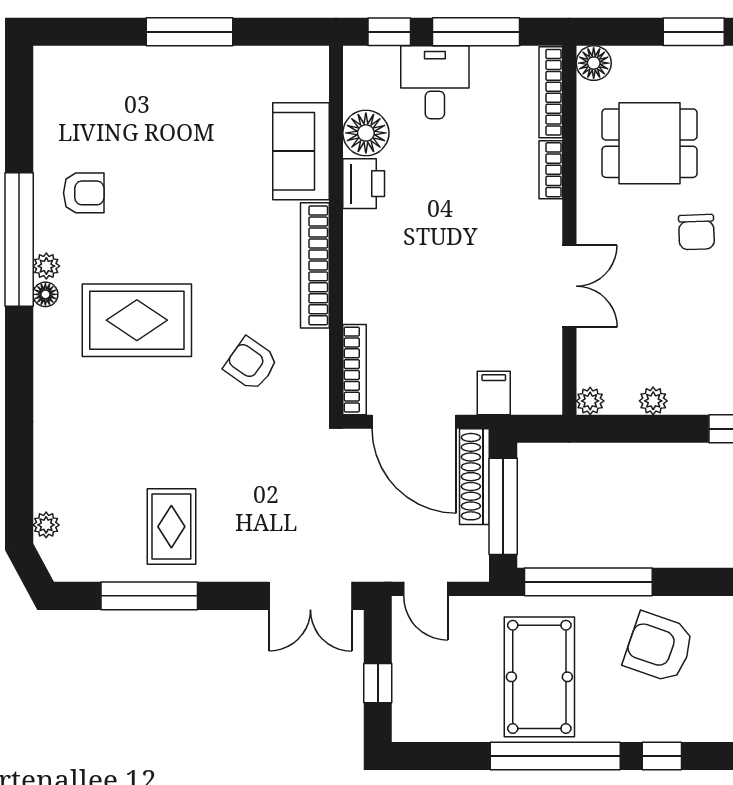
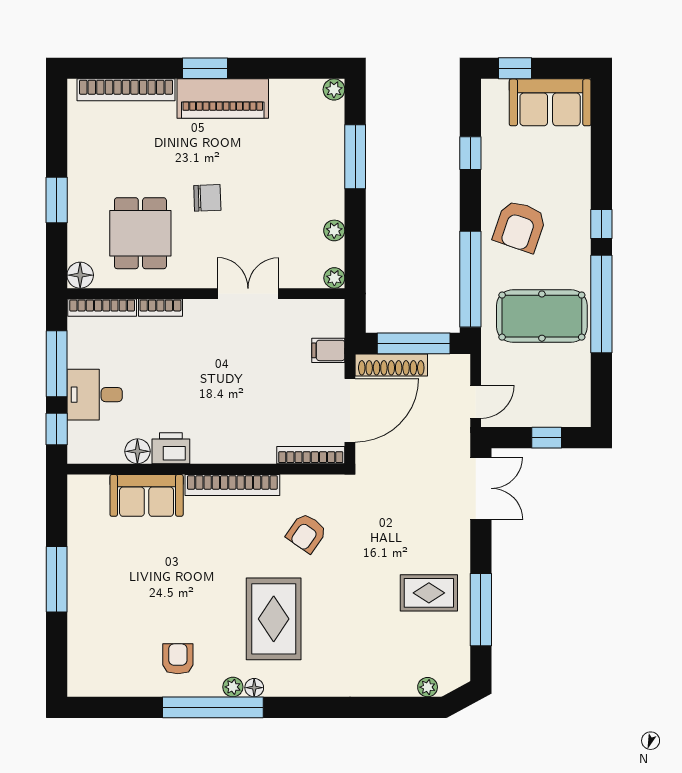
floor lamp: (366, 133) -> (137, 451), width x0.73, depth x0.73

